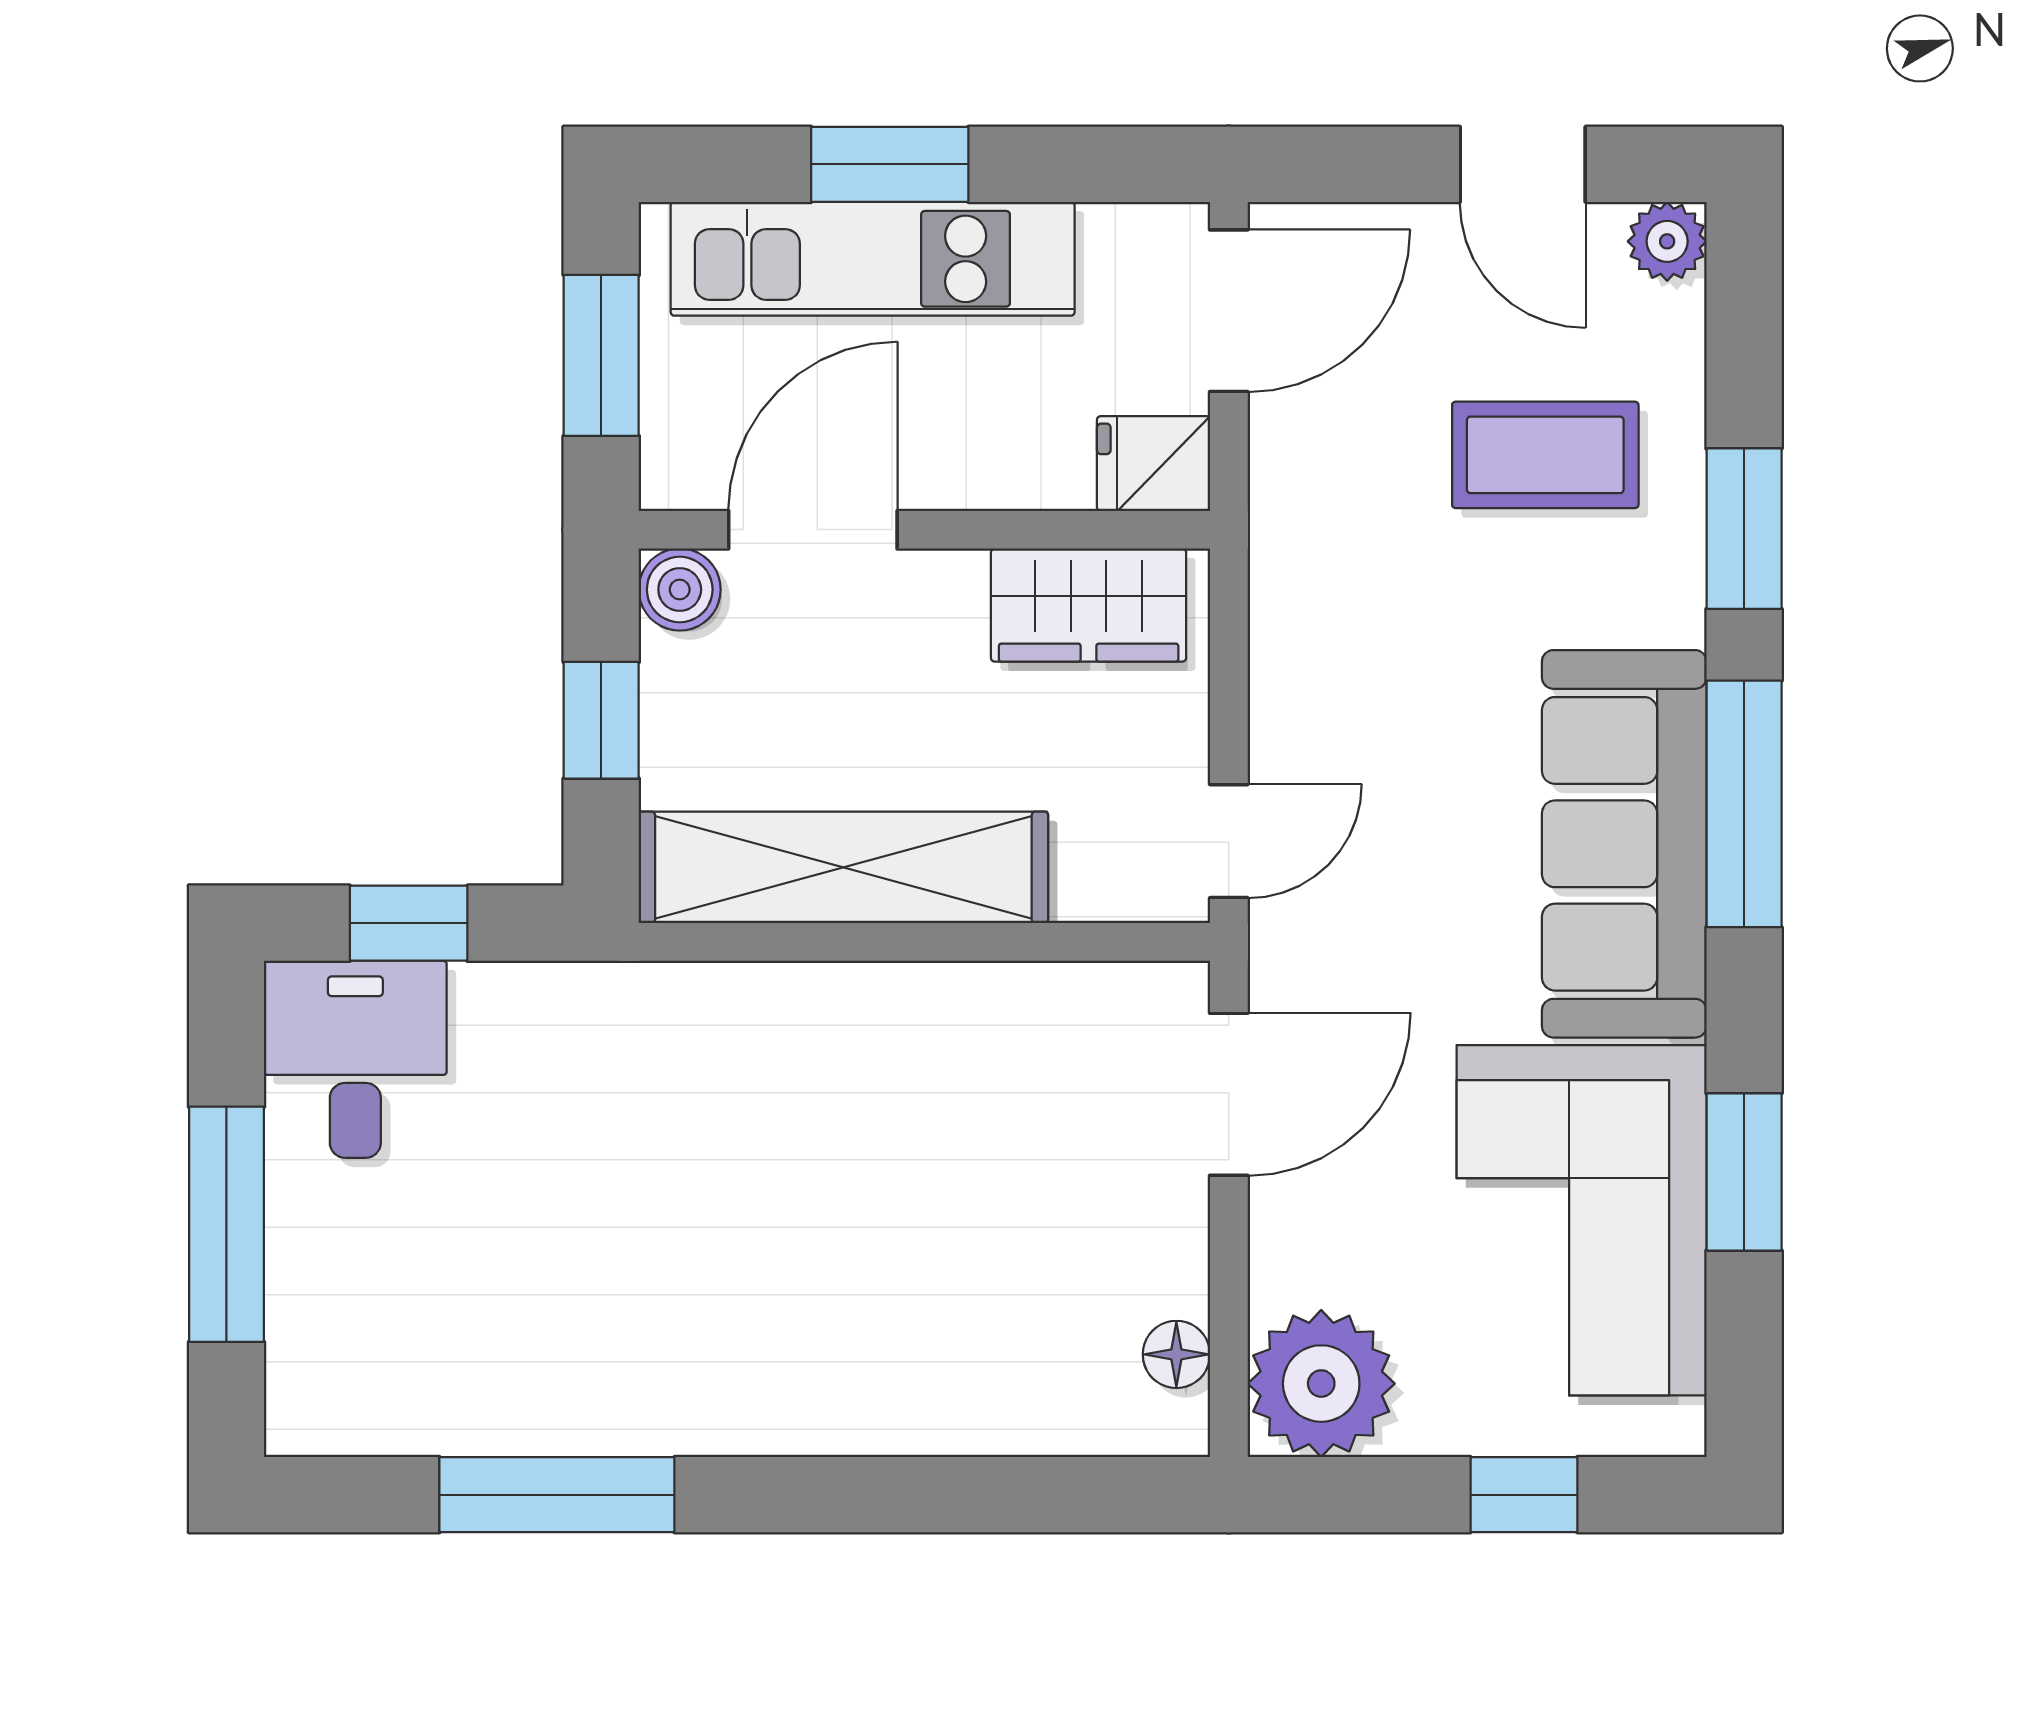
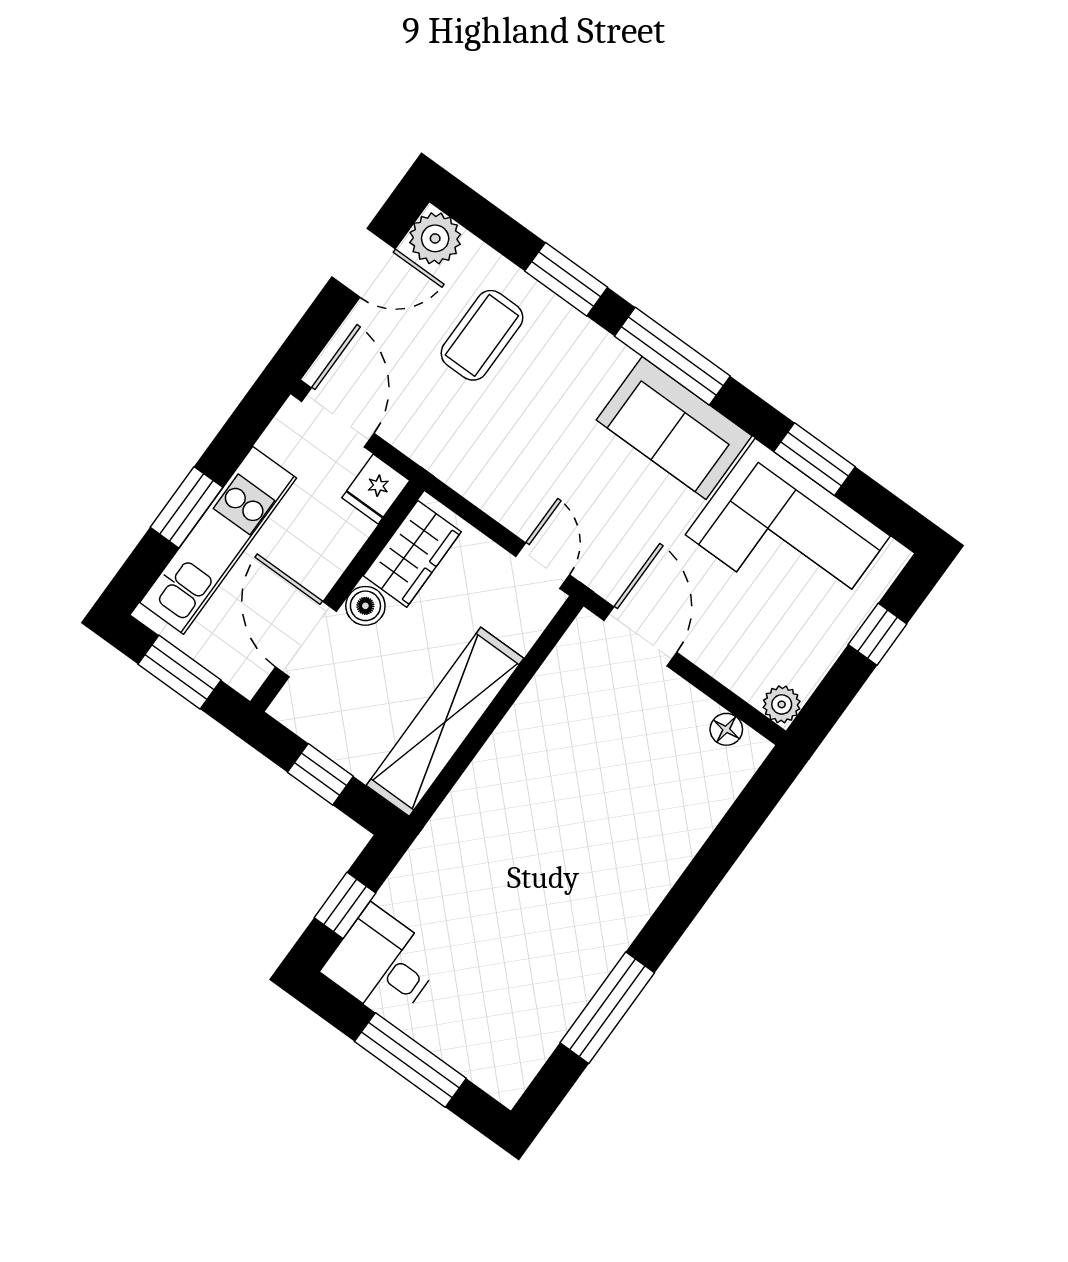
plant: (1667, 241) -> (435, 238), width x1.38, depth x1.38
boiler: (680, 590) -> (365, 606), moved
sofa: (1624, 844) -> (674, 428), width x0.73
plant: (1321, 1384) -> (782, 704), width x0.53, depth x0.53

